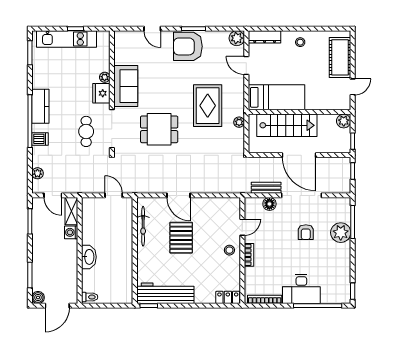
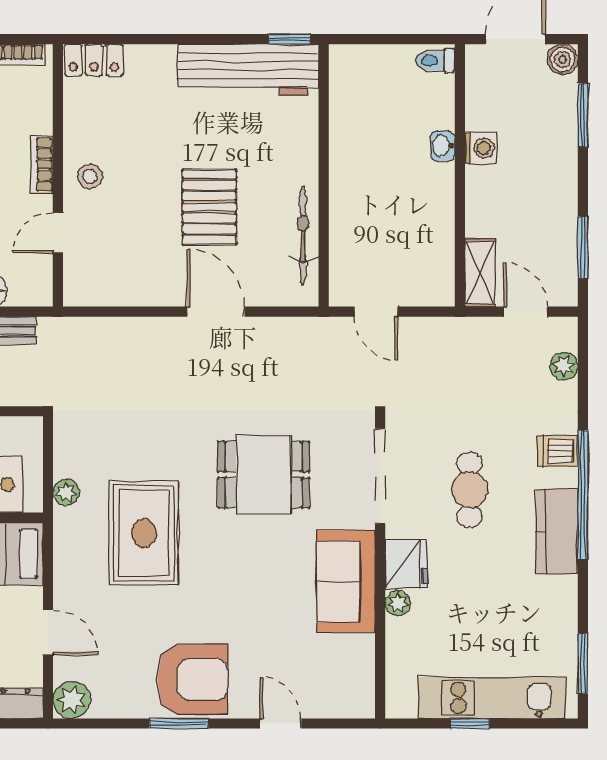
cafe table: (86, 131) -> (469, 490), moved
washing machine: (71, 232) -> (481, 148), moved
washbasin: (89, 257) -> (443, 146), width x0.52, depth x0.69

